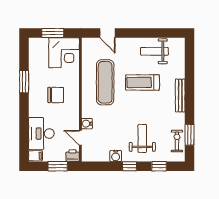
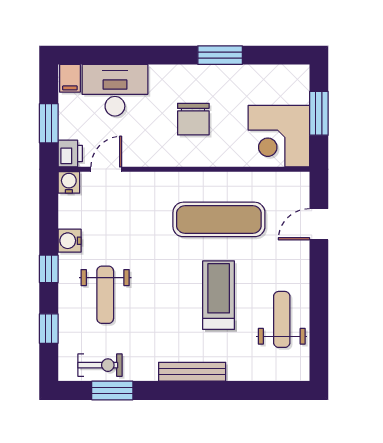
water cooler: (87, 124) -> (69, 182), moved
weight bench: (142, 138) -> (105, 295), turned 90

